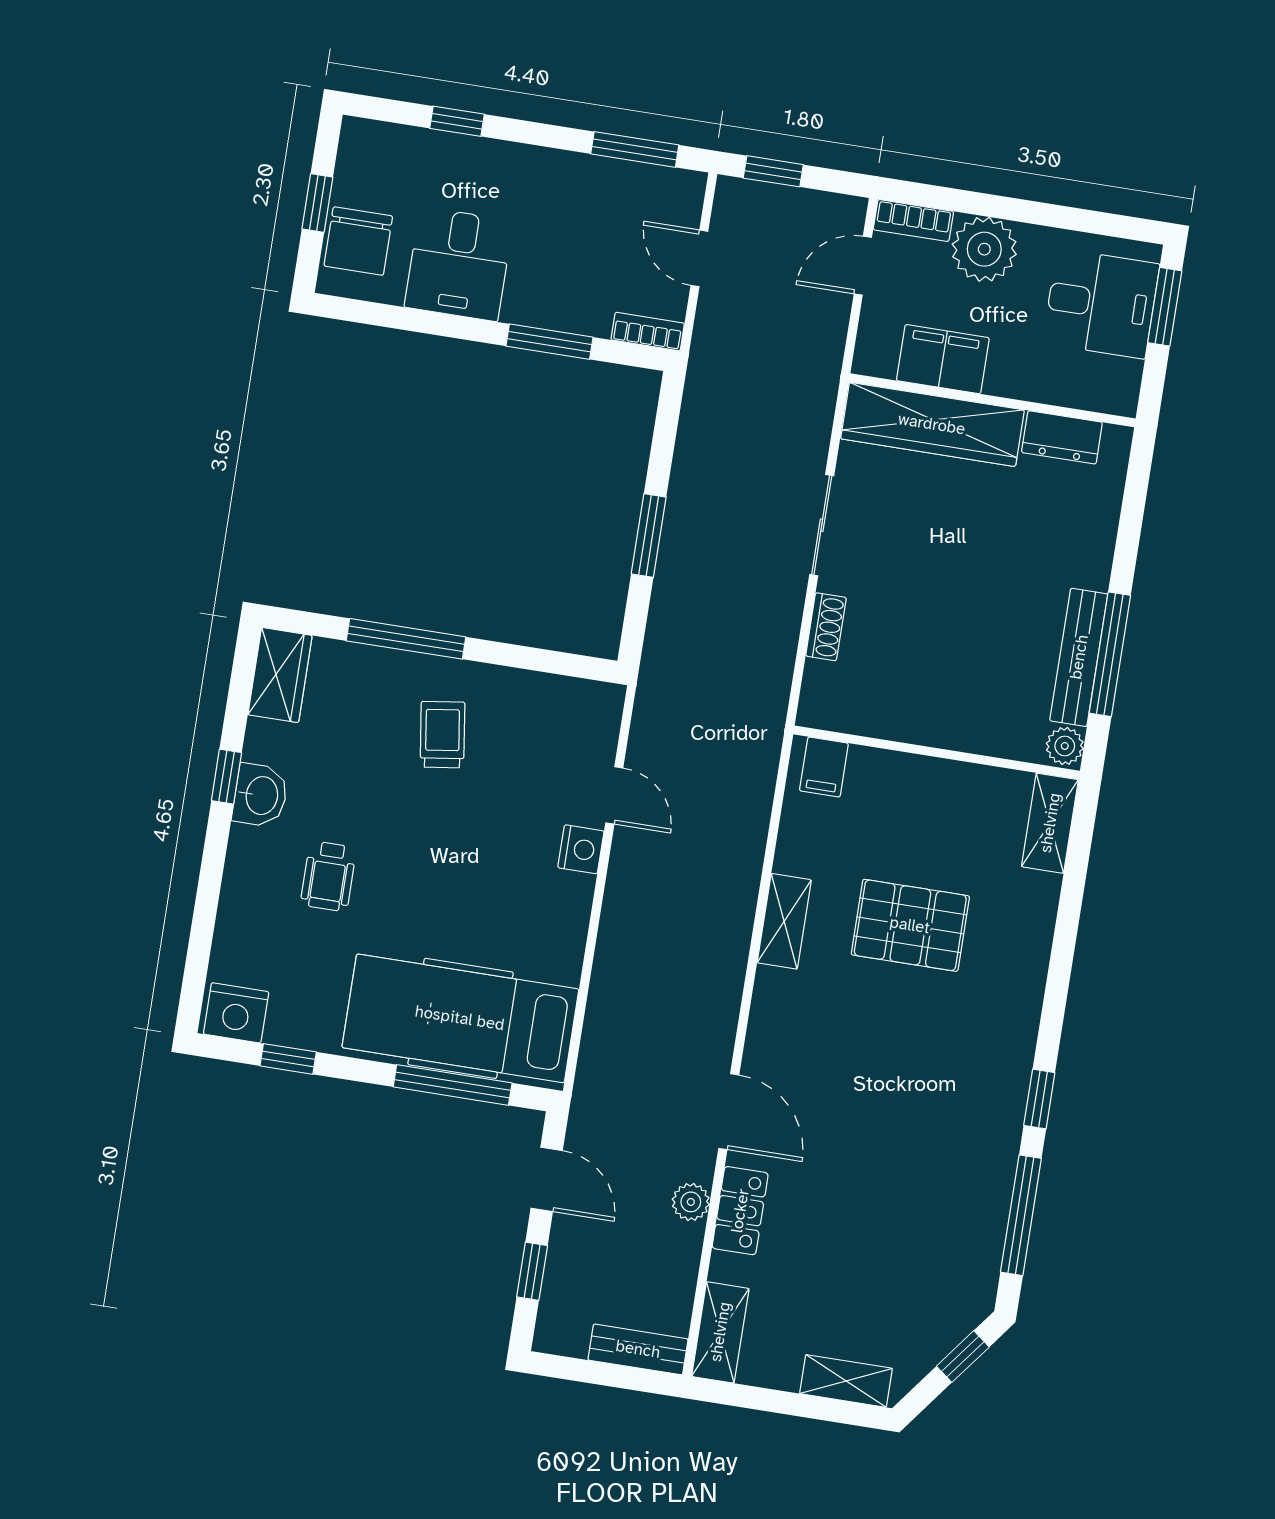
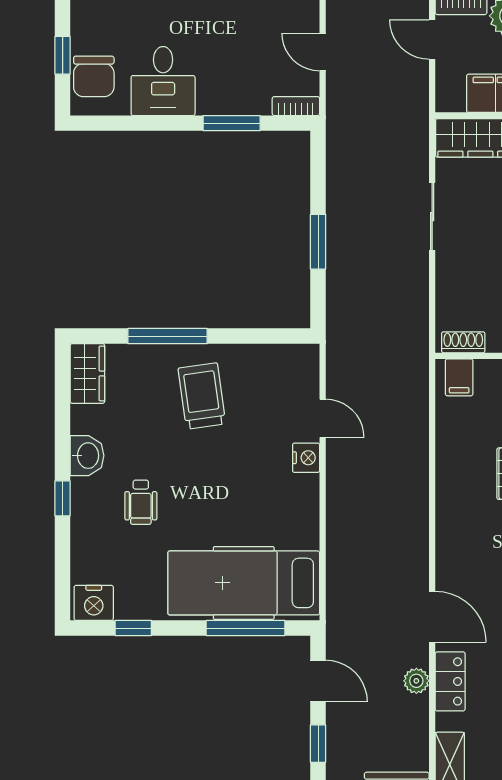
door: (863, 266) -> (432, 40), hinge flipped
shoe rack: (826, 627) -> (463, 342), moved, turned -90
trolley: (442, 735) -> (202, 396), width x1.36, depth x1.39
window: (227, 777) -> (63, 498), moved
shelving: (784, 921) -> (449, 484), removed

